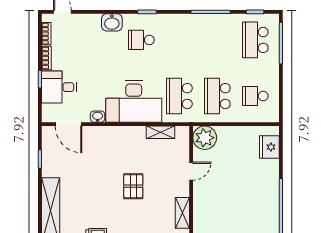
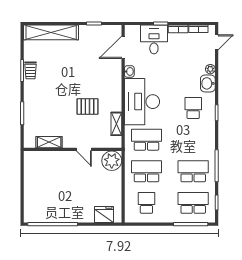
plant: (95, 19) -> (210, 69), added
school desk: (217, 40) -> (193, 171), added
pallet: (133, 186) -> (87, 106), moved

